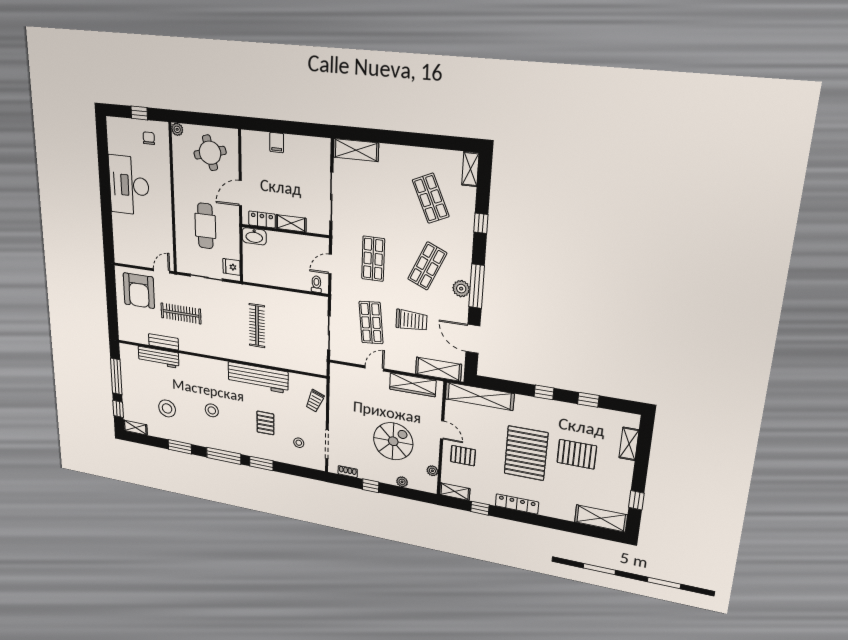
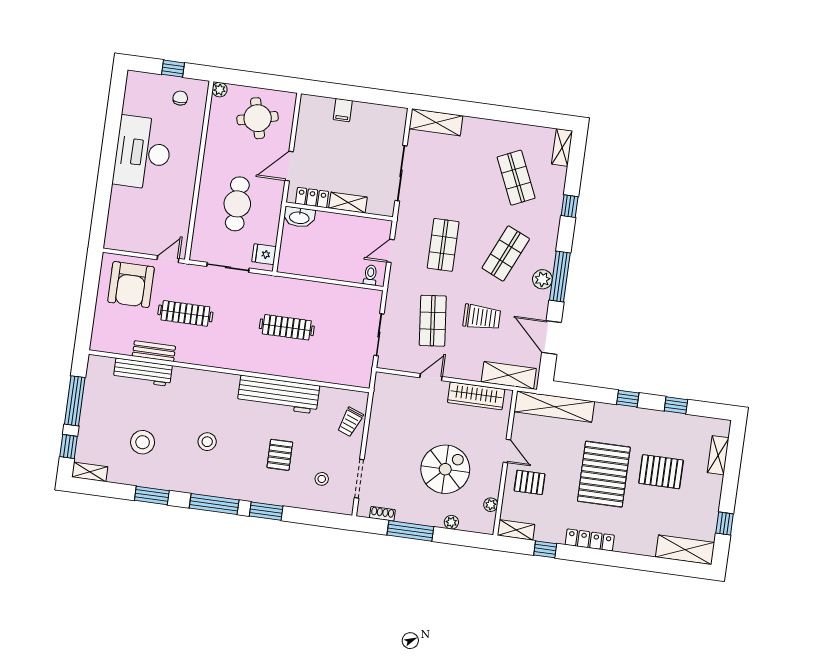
clothes rail: (257, 326) -> (287, 327), turned 90
window: (371, 486) -> (410, 531), width x2.17

